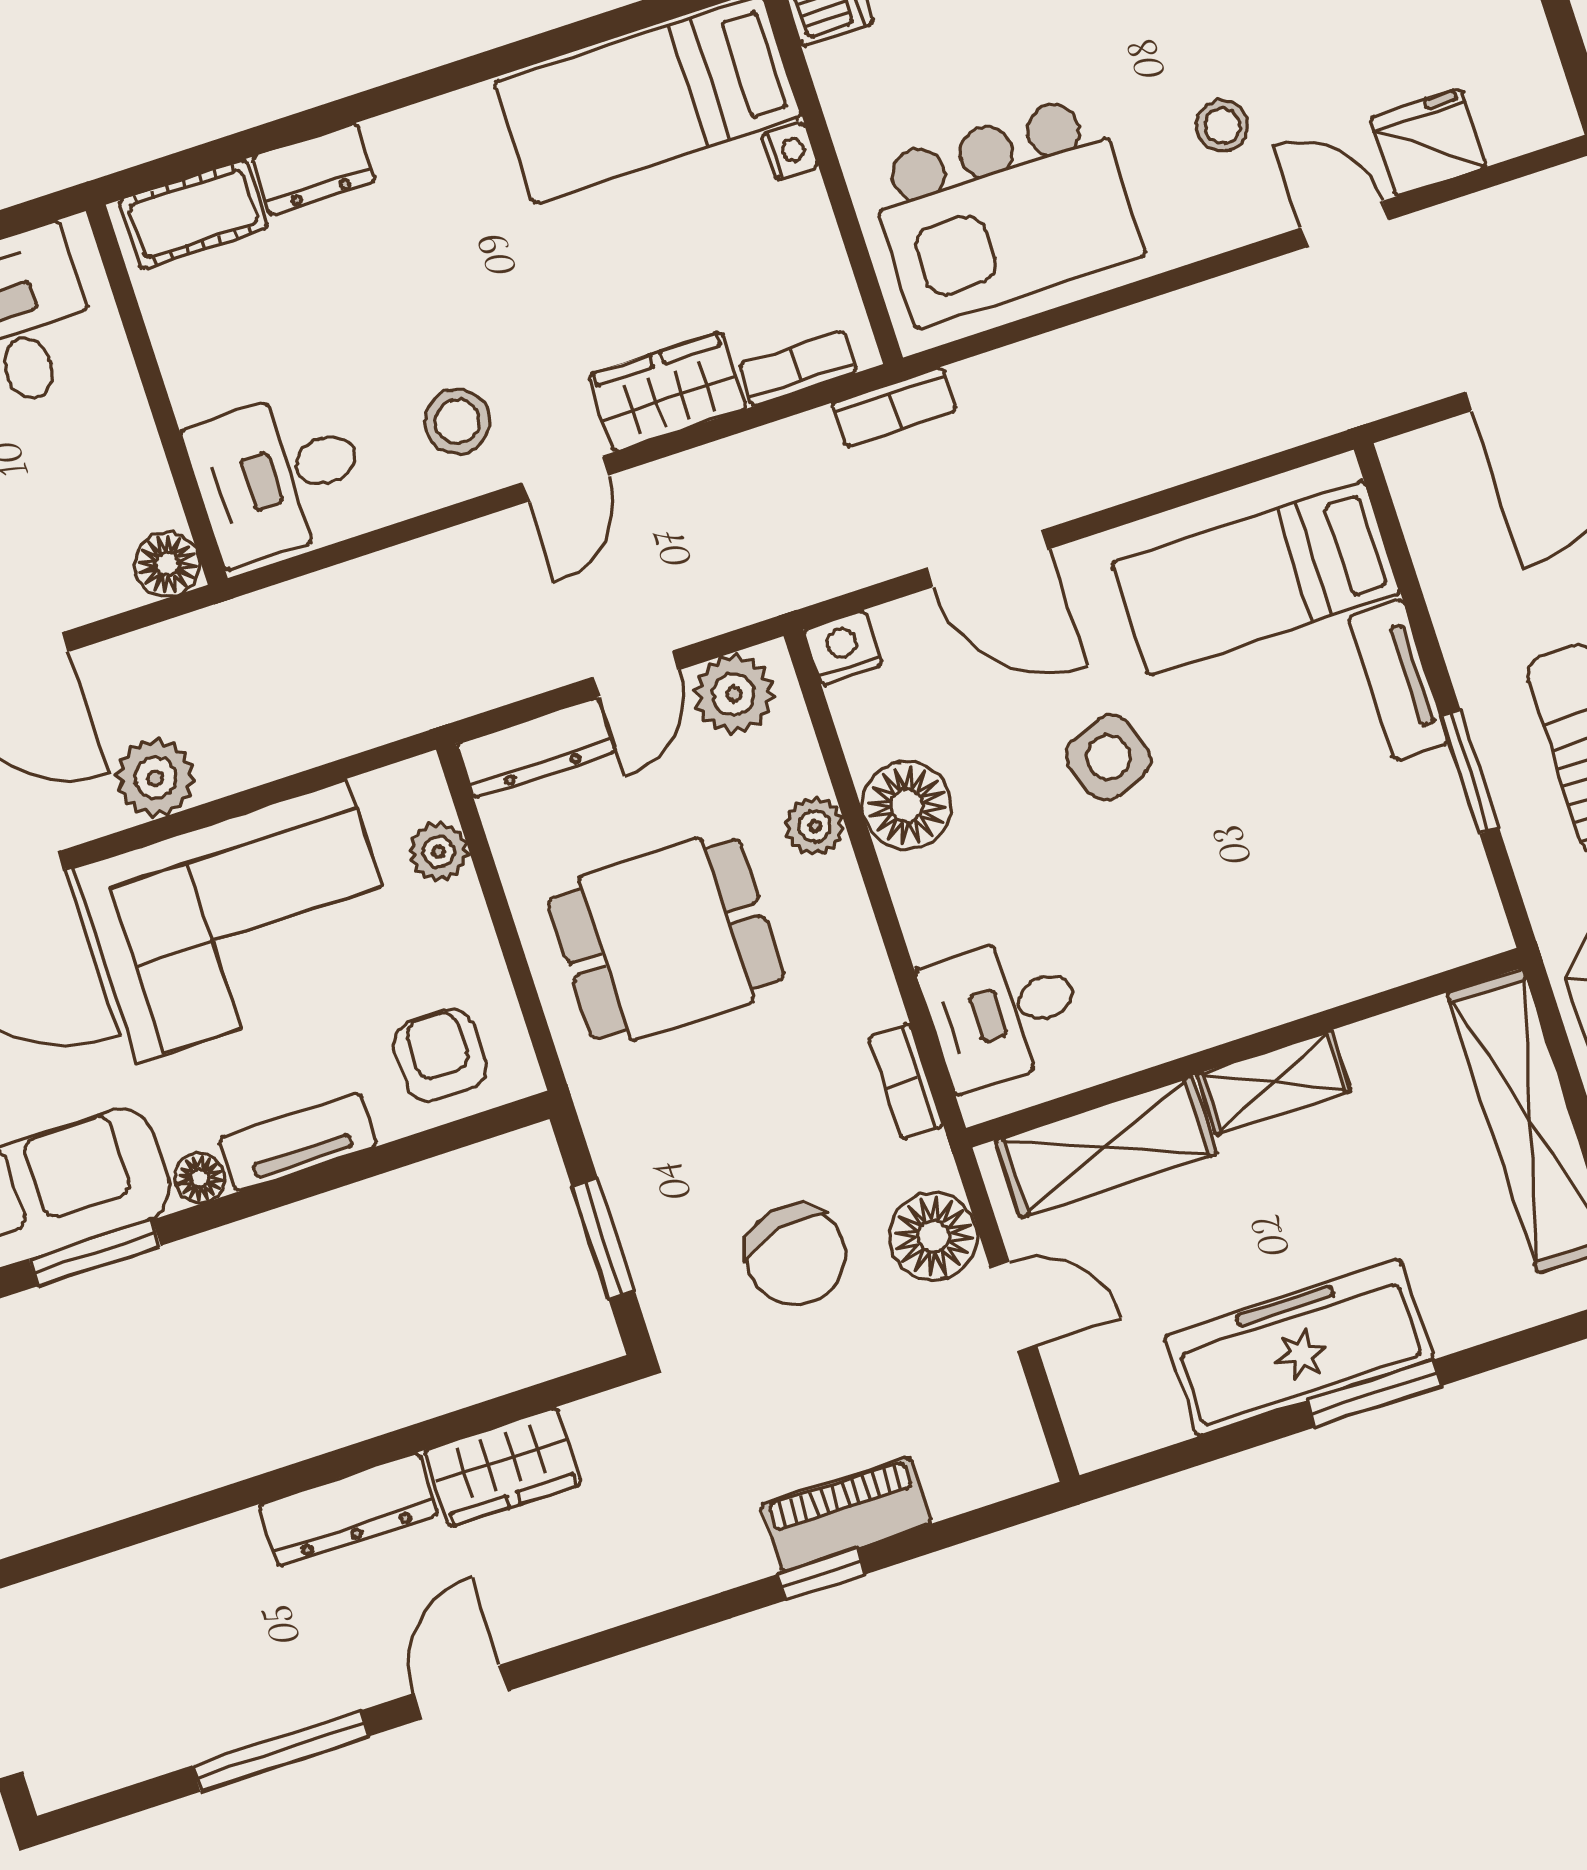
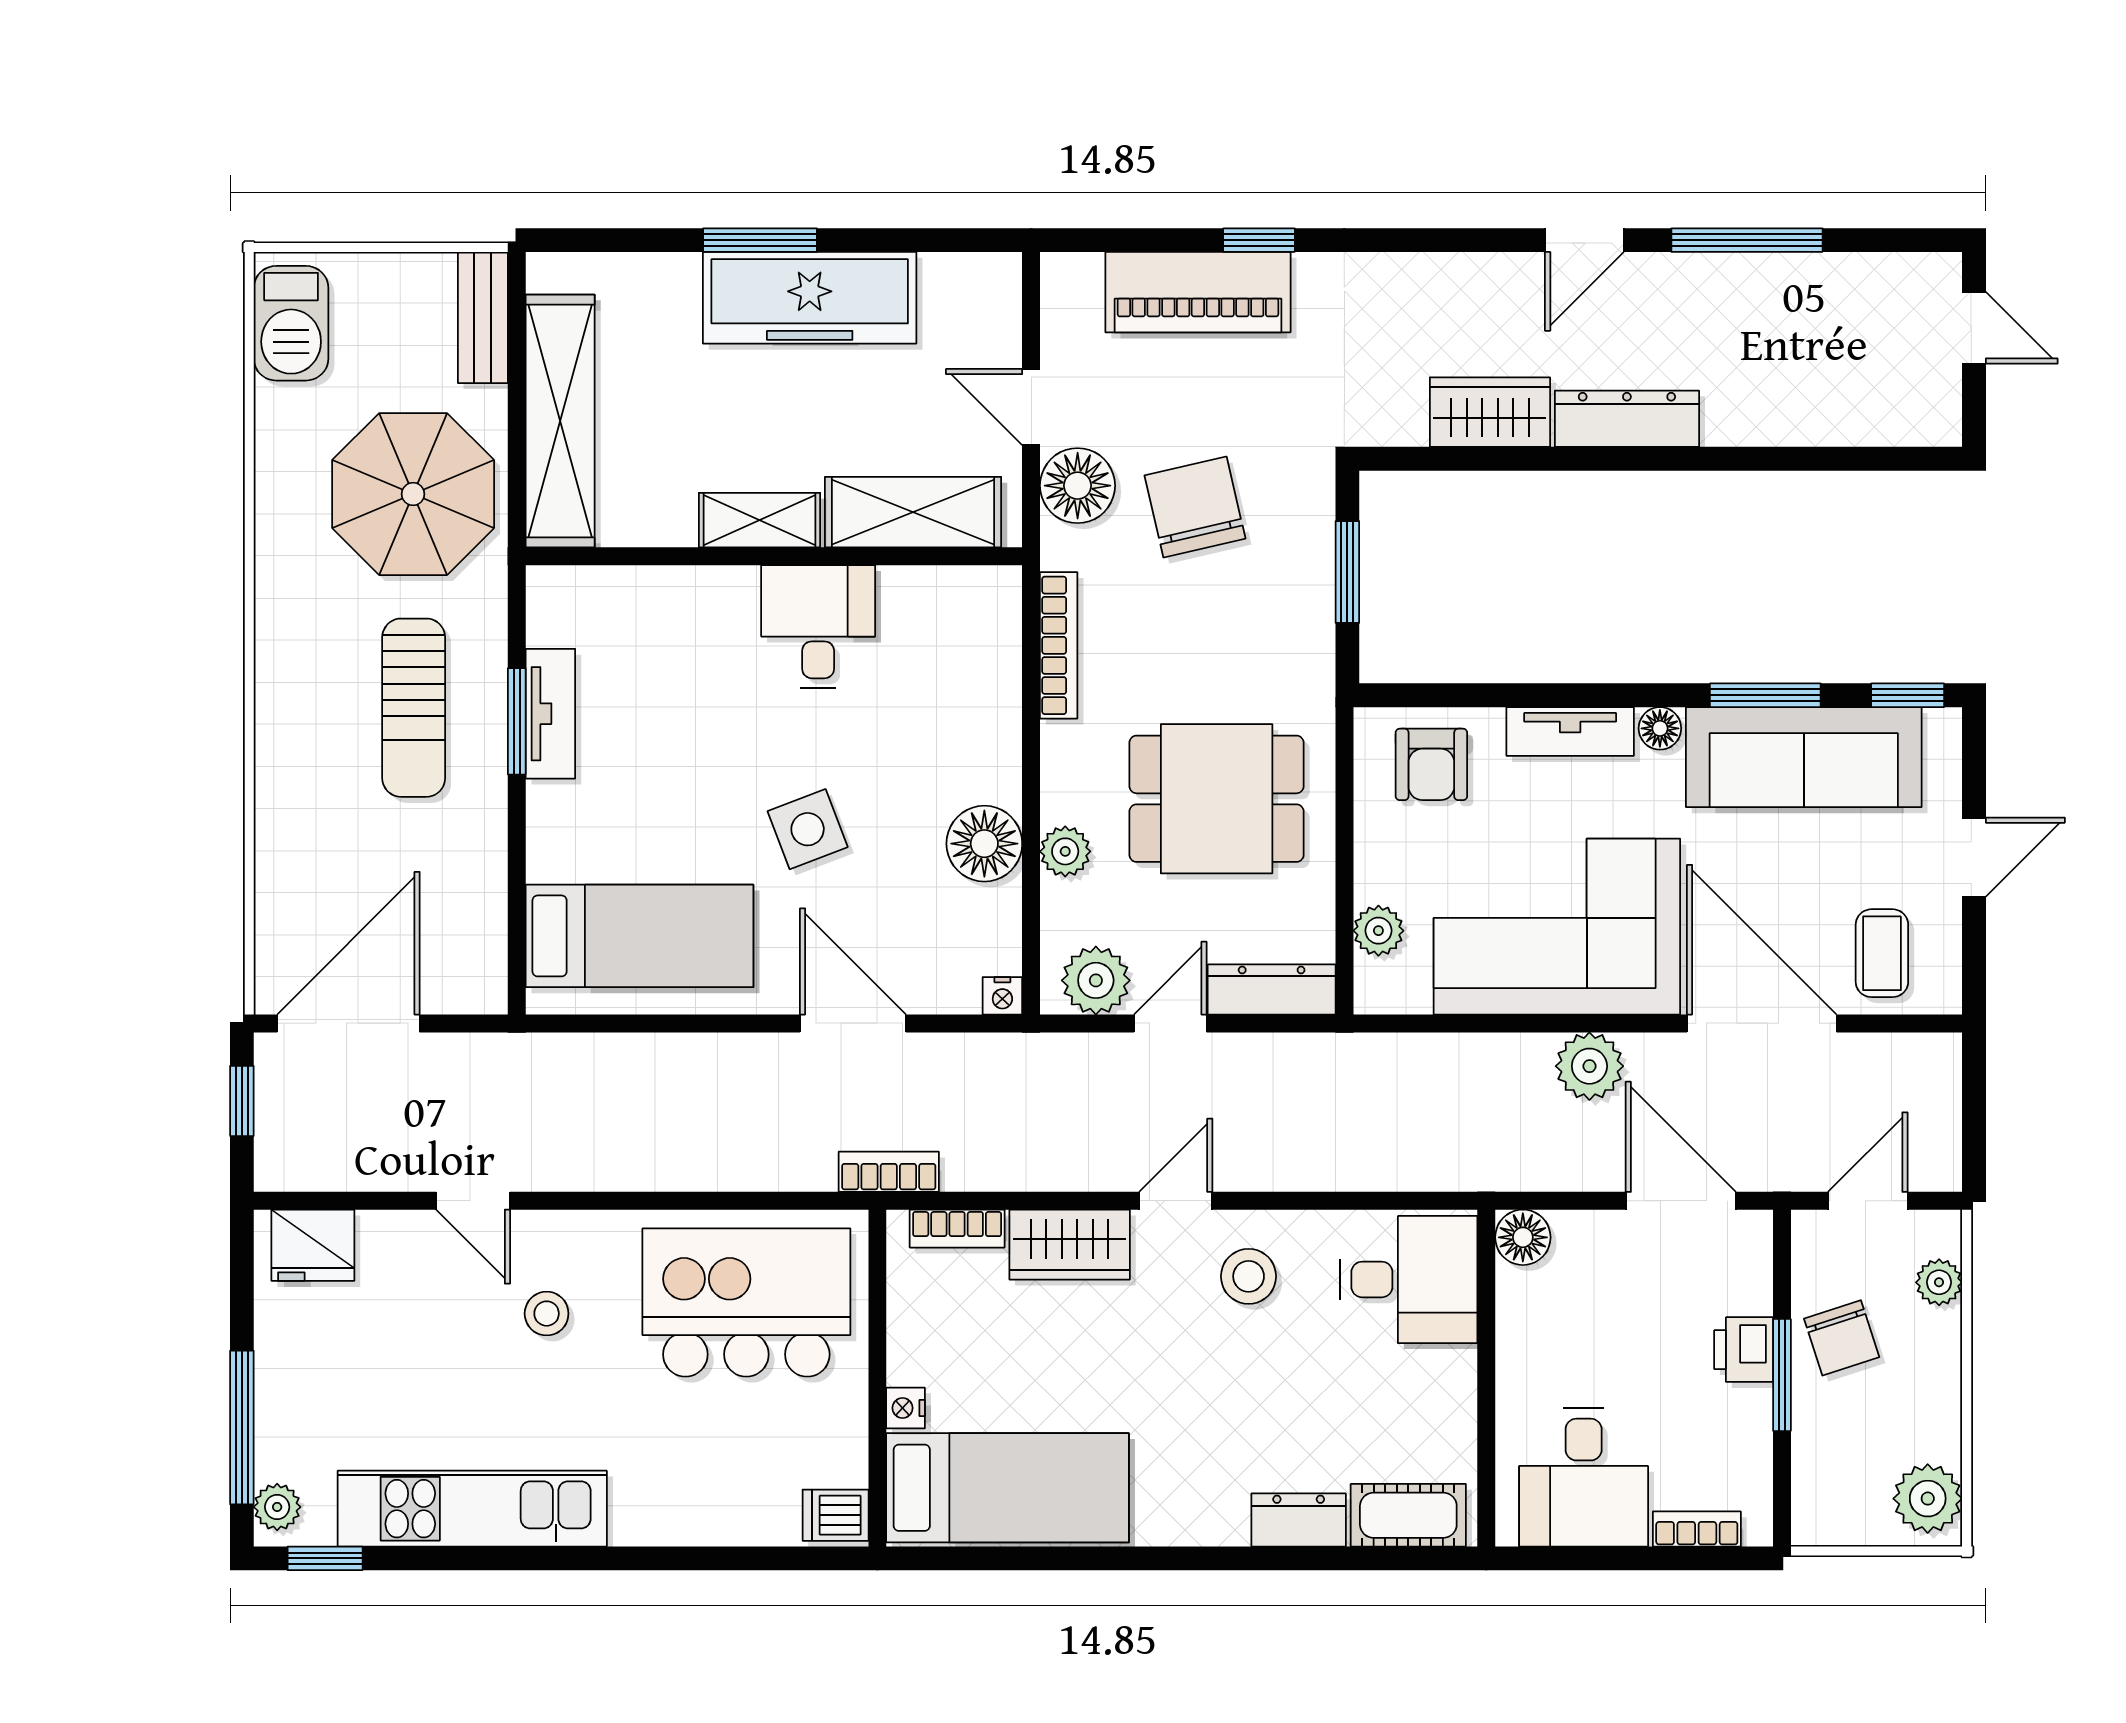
fridge: (1428, 142) -> (313, 1245), moved
nightstand: (843, 648) -> (1002, 996), width x0.72, depth x0.74
tv unit: (1399, 680) -> (550, 714), moved
desk: (1003, 1011) -> (818, 627), moved, turned -90
bookcase: (906, 1081) -> (1059, 645), width x1.56
piano: (846, 1514) -> (1198, 292), width x1.37, depth x1.33

